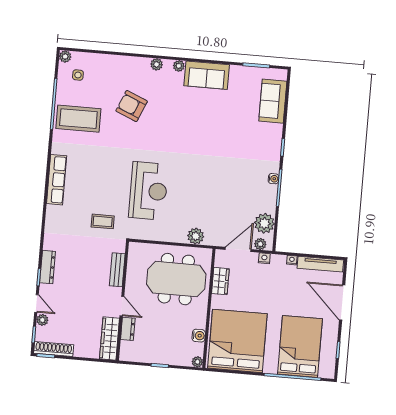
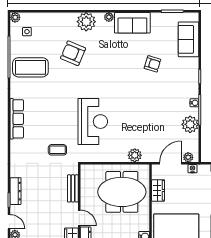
plant: (157, 64) -> (86, 22), width x1.87, depth x1.87
armchair: (227, 127) -> (153, 64), added
plant: (264, 223) -> (190, 124), moved

